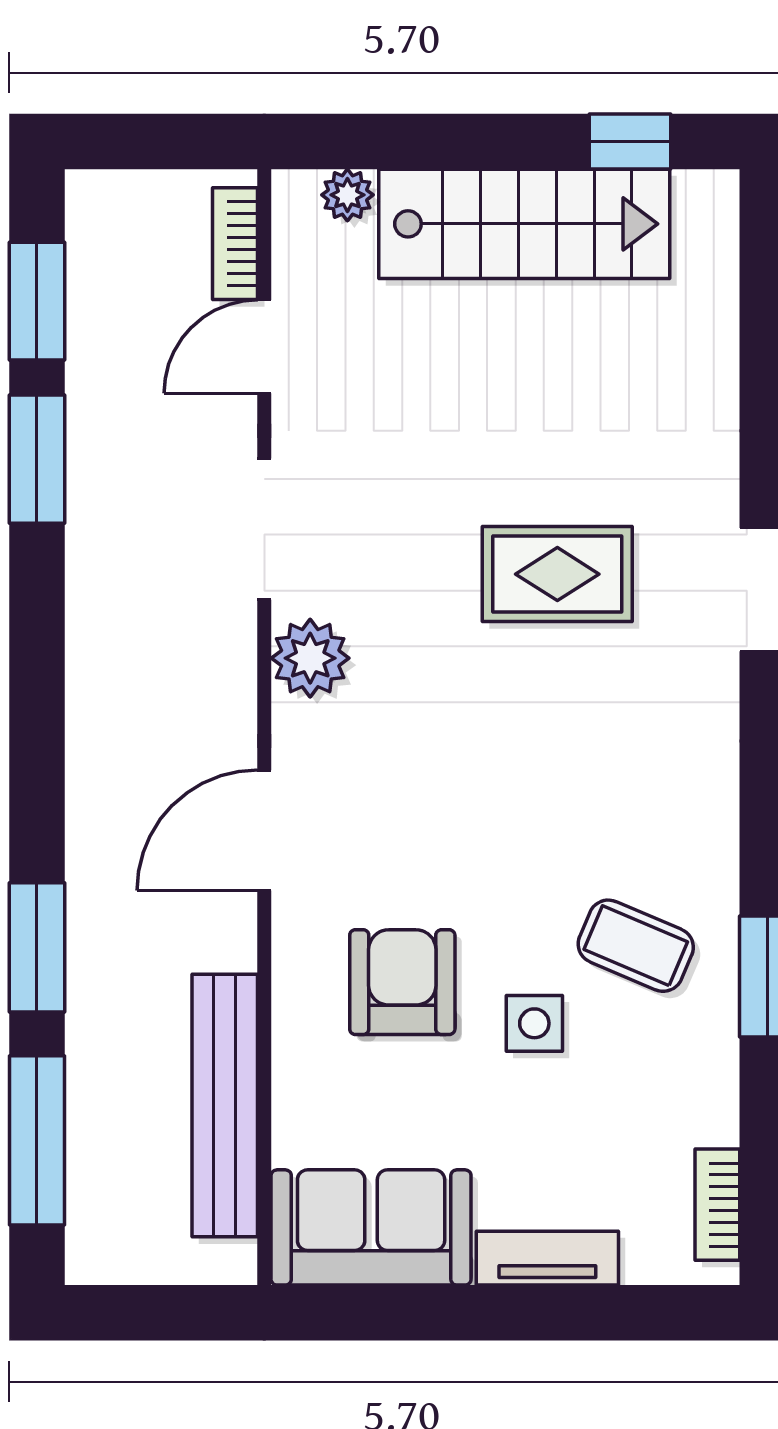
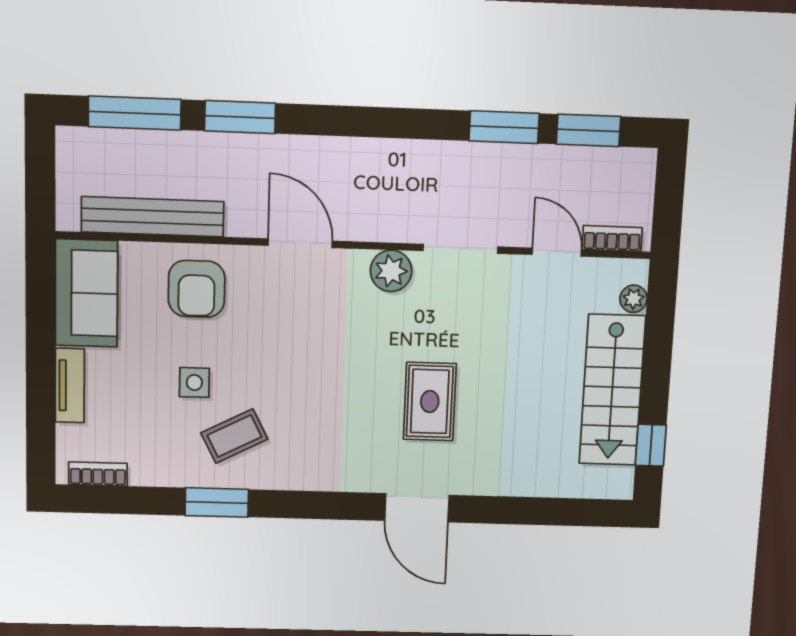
coffee table: (636, 946) -> (234, 436), turned 40
armchair: (402, 982) -> (196, 289), moved, turned 90

